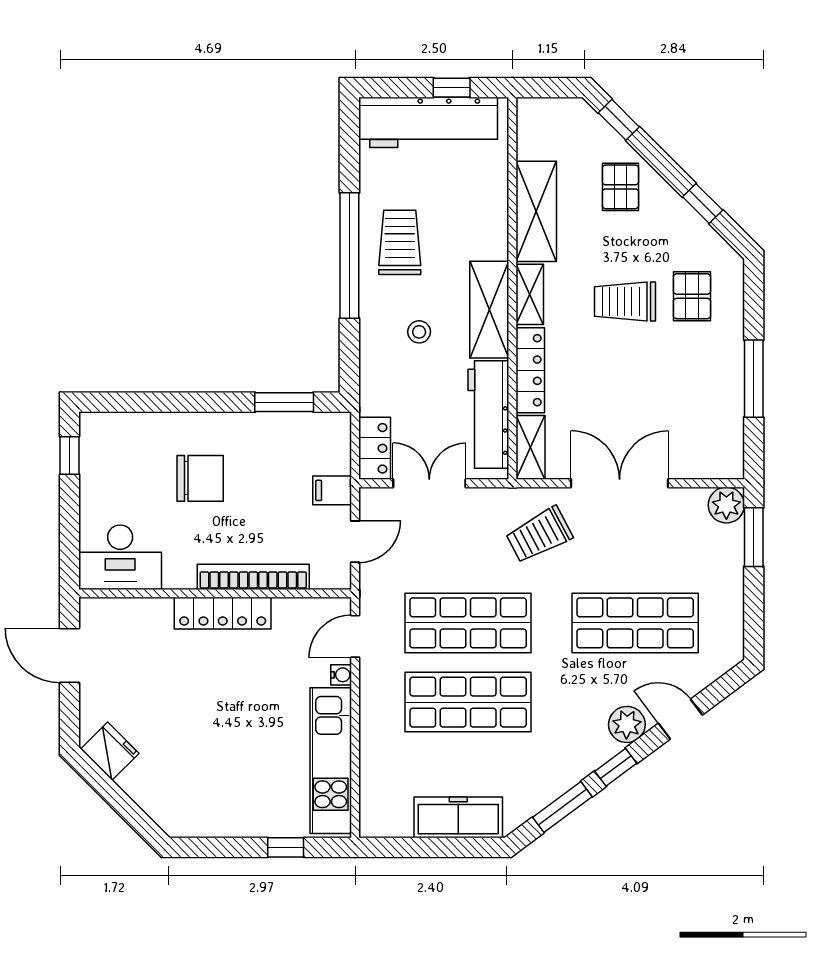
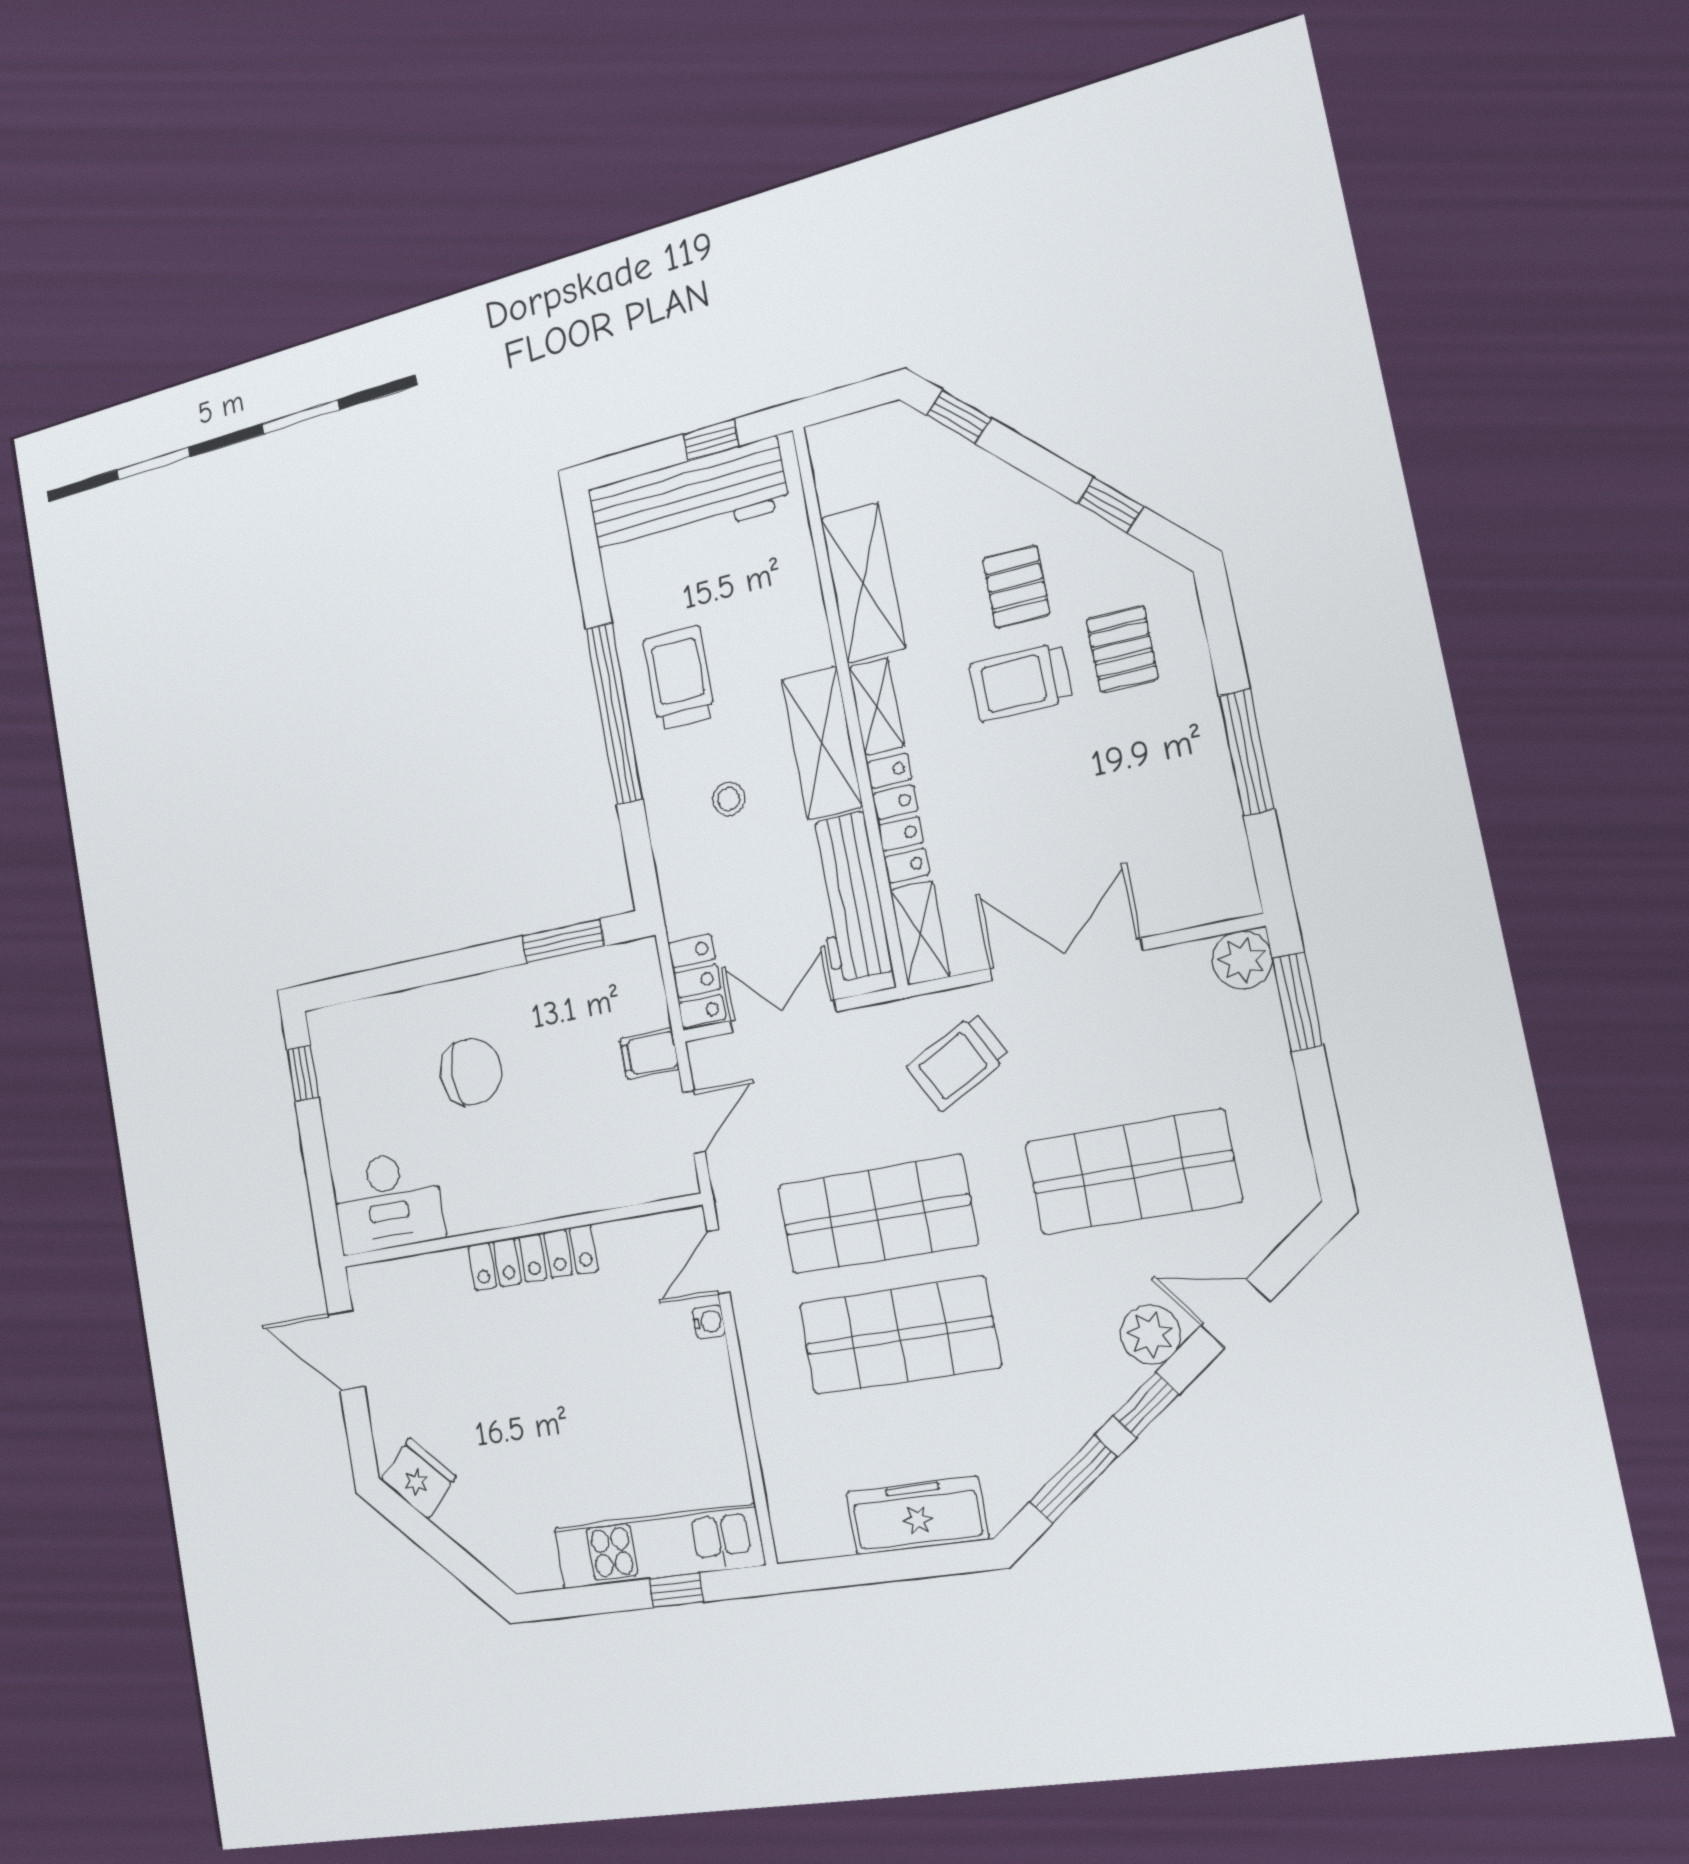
pallet: (620, 187) -> (1016, 587), moved
bookcase: (253, 577) -> (564, 1199), removed
kitchen unit: (331, 761) -> (658, 1546), moved, turned 90

